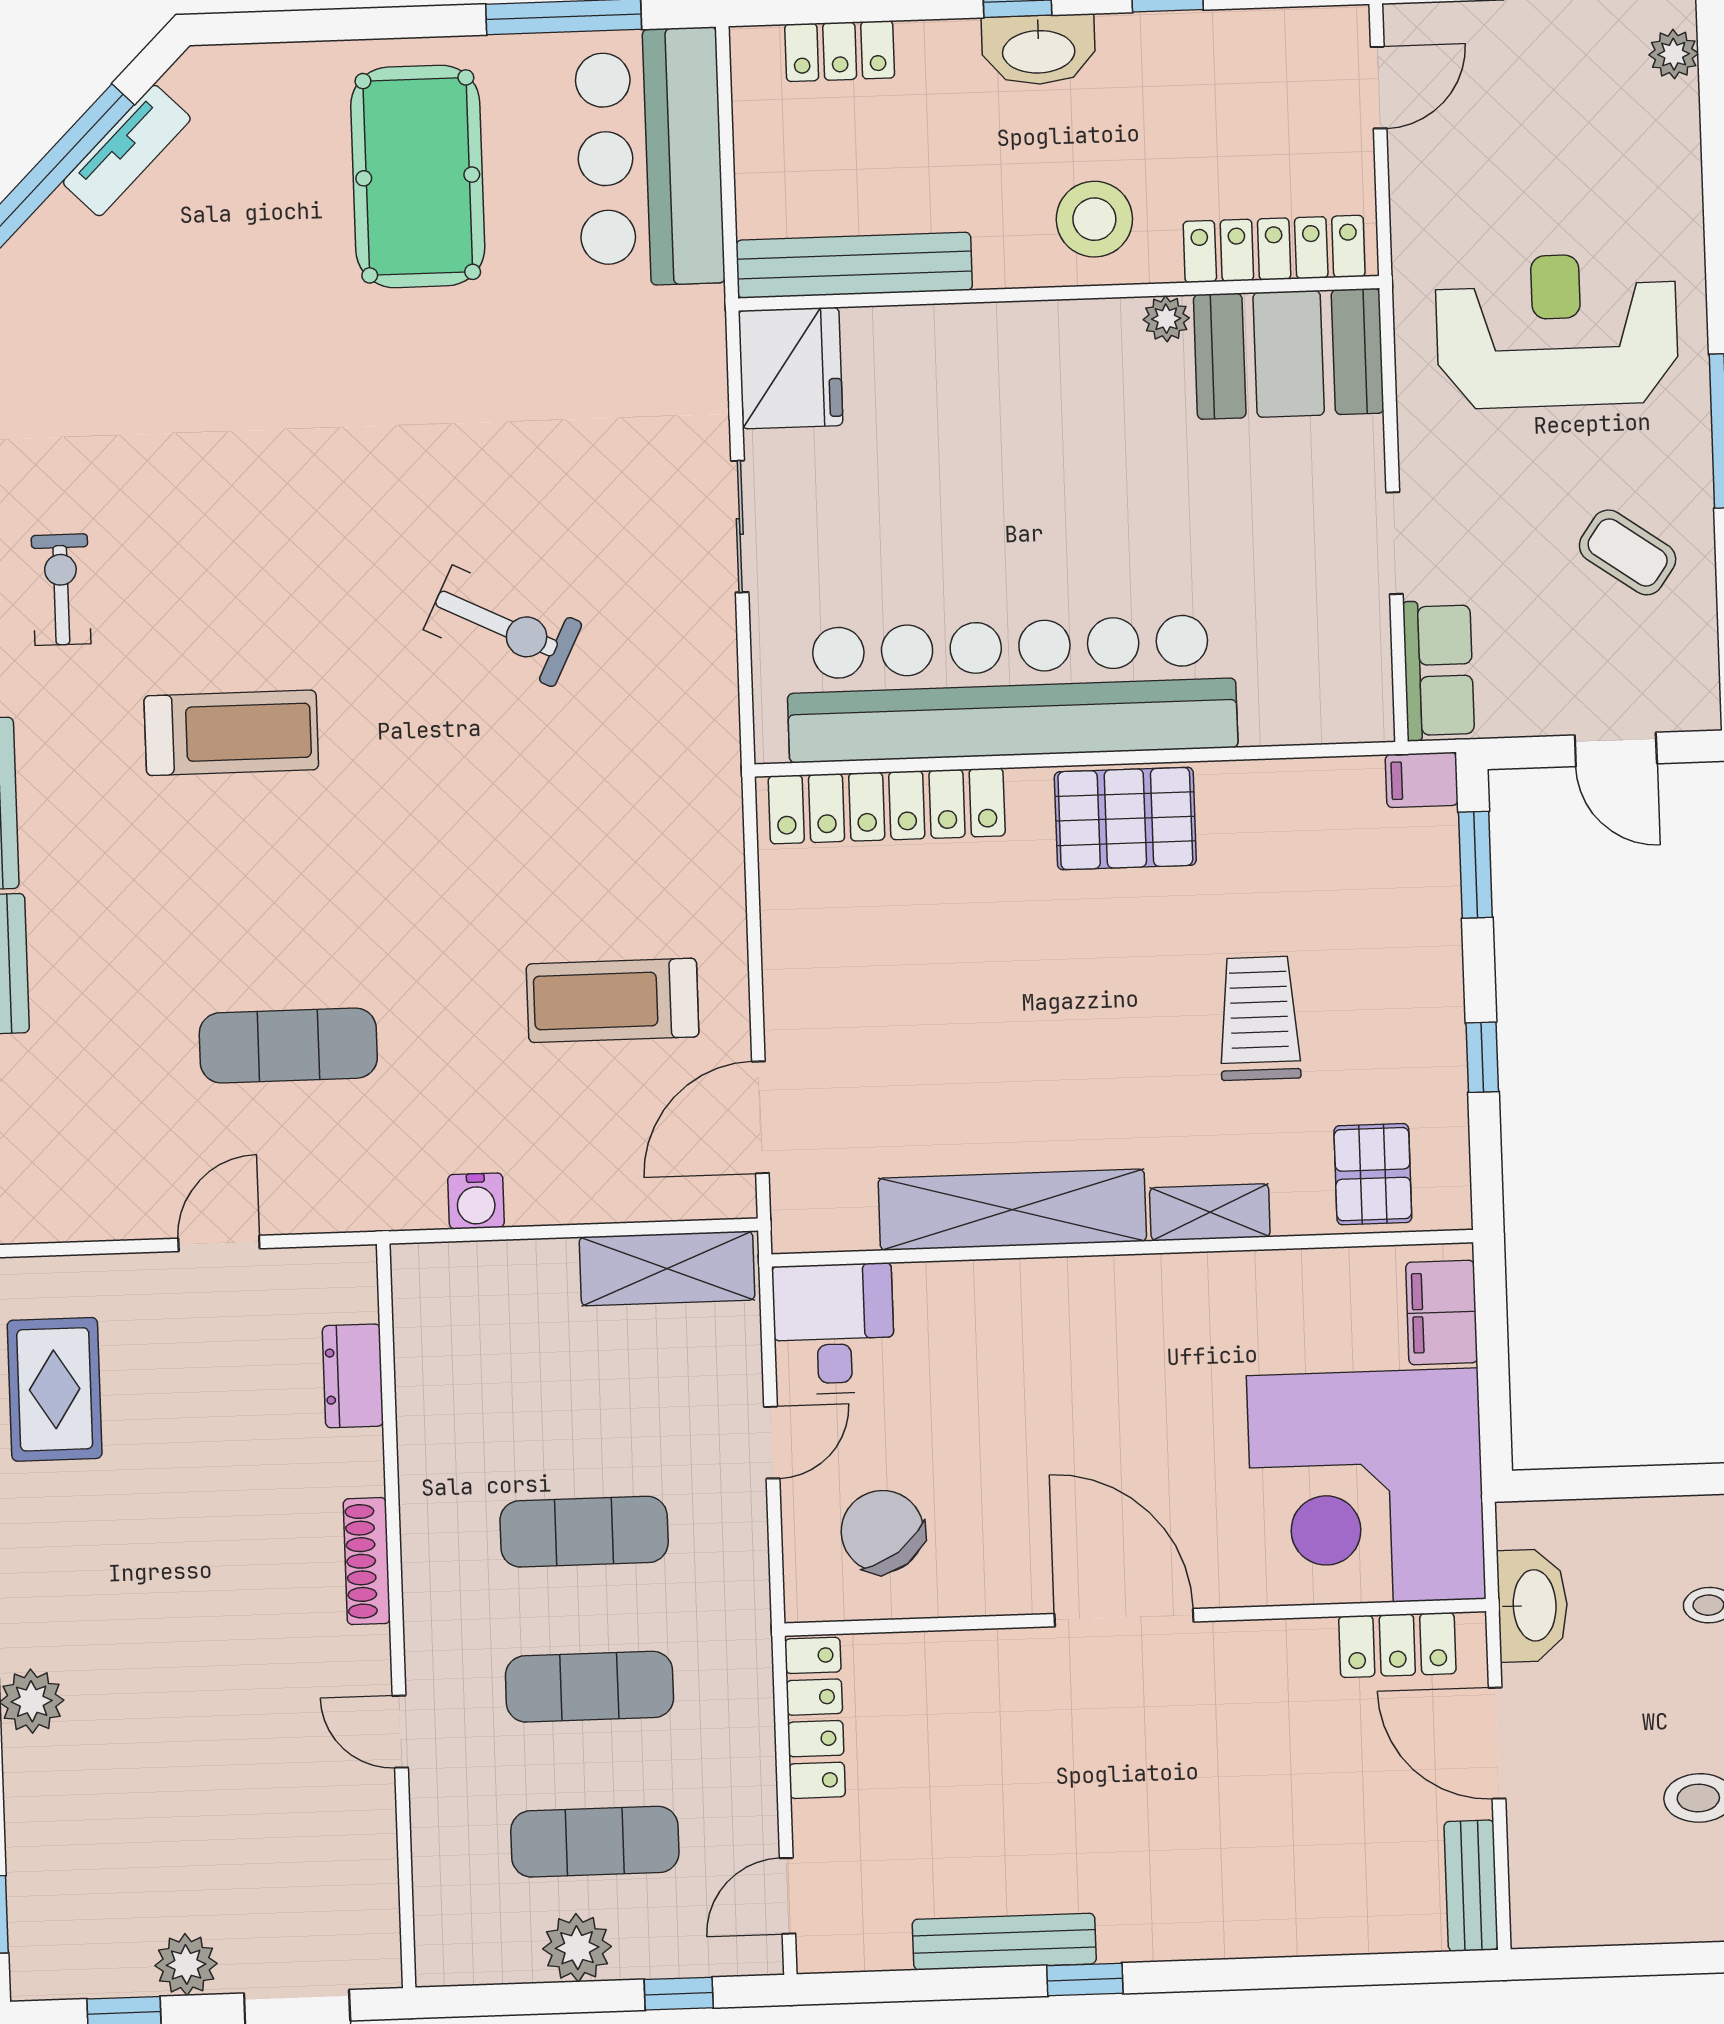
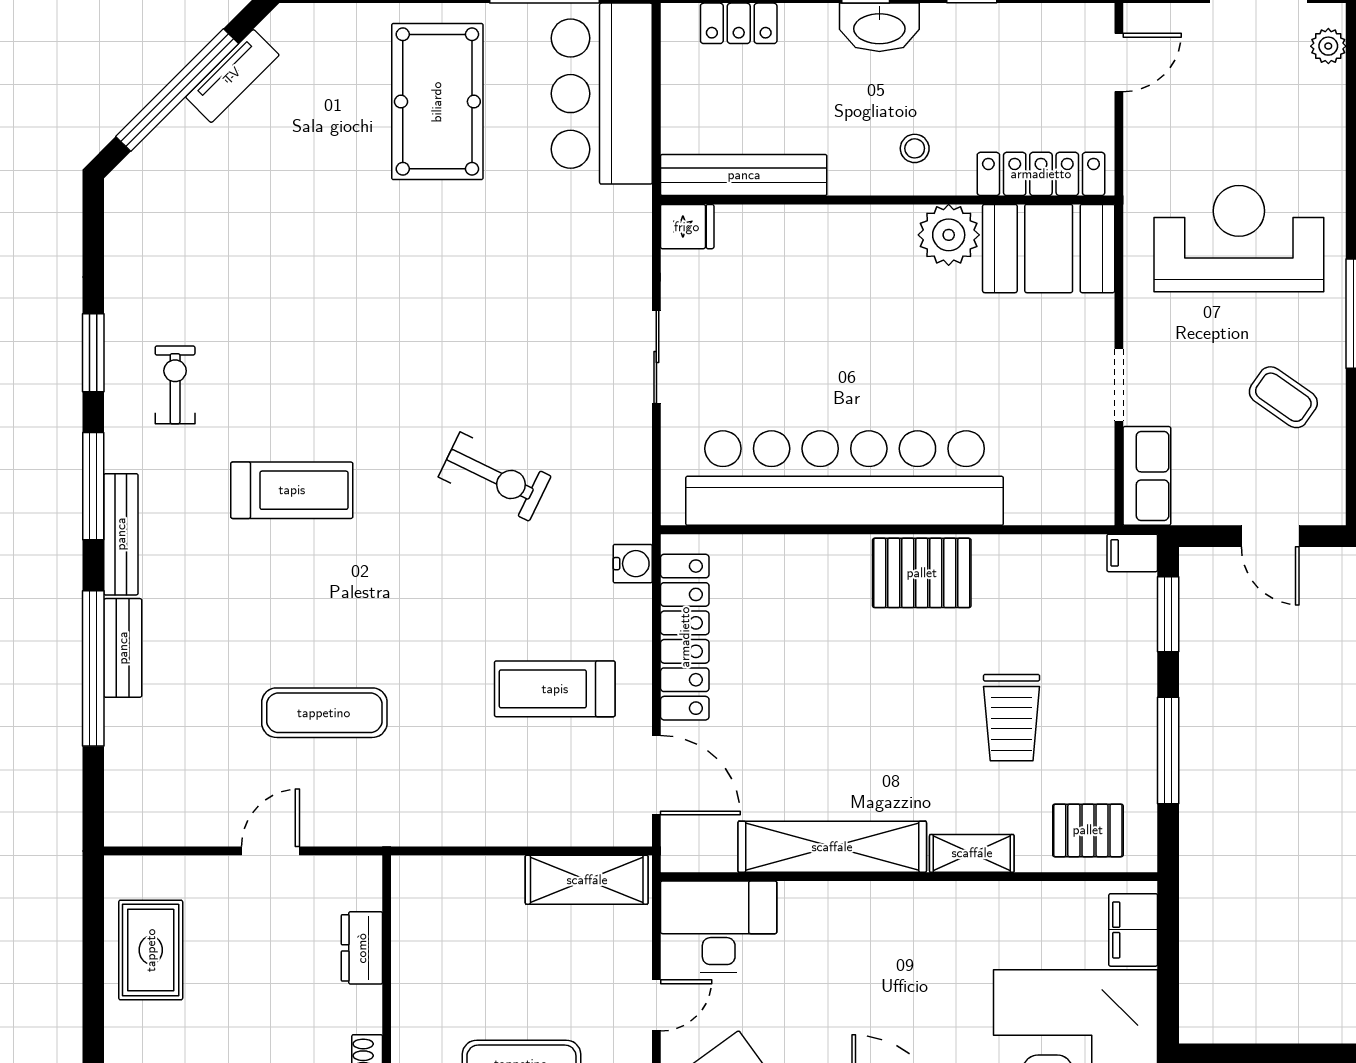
stool: (1094, 219) -> (915, 148), width x0.53, depth x0.53
plant: (1166, 319) -> (949, 235), width x1.88, depth x1.88
fridge: (791, 368) -> (687, 227), width x0.53, depth x0.75
exercise bike: (503, 626) -> (495, 477), moved
locker: (887, 806) -> (685, 637), moved, turned -90
trolley: (1259, 1018) -> (1012, 718), turned 180
window: (1482, 1057) -> (1168, 751), width x2.17
door: (760, 1117) -> (656, 775), swing flipped
pallet: (1373, 1174) -> (1088, 830), turned 90
water cooler: (476, 1201) -> (633, 564), moved, turned -90
desk: (834, 1329) -> (719, 926), width x1.37

